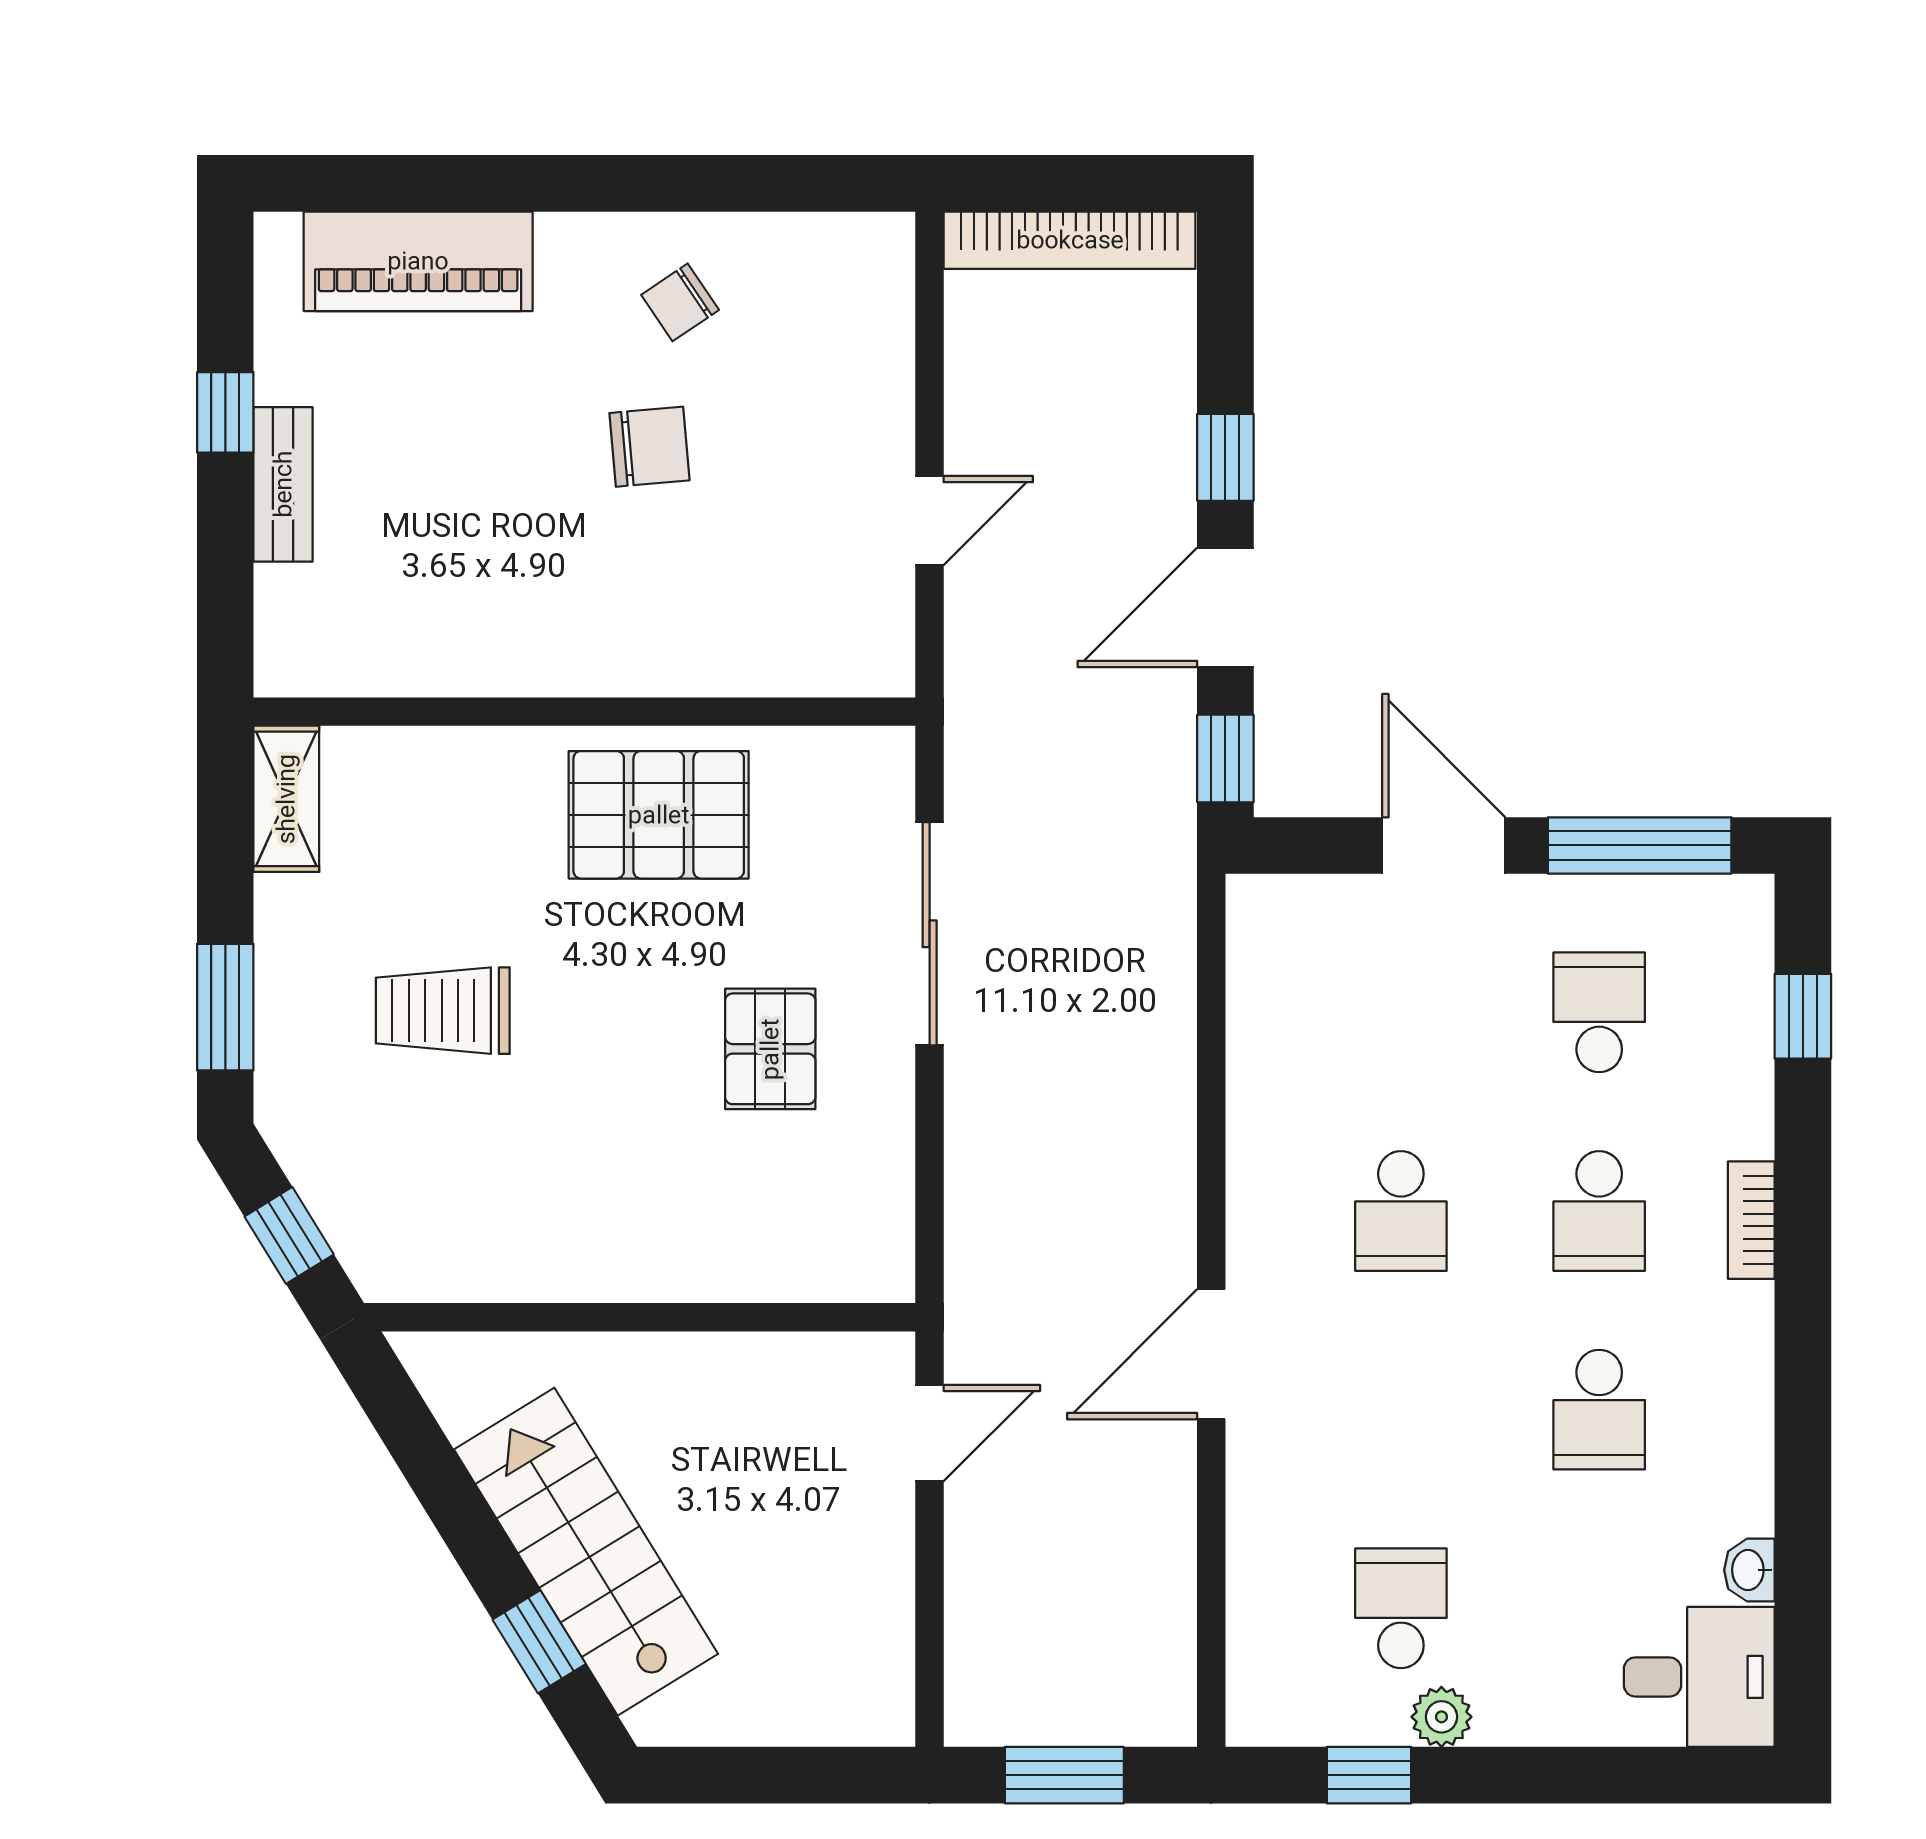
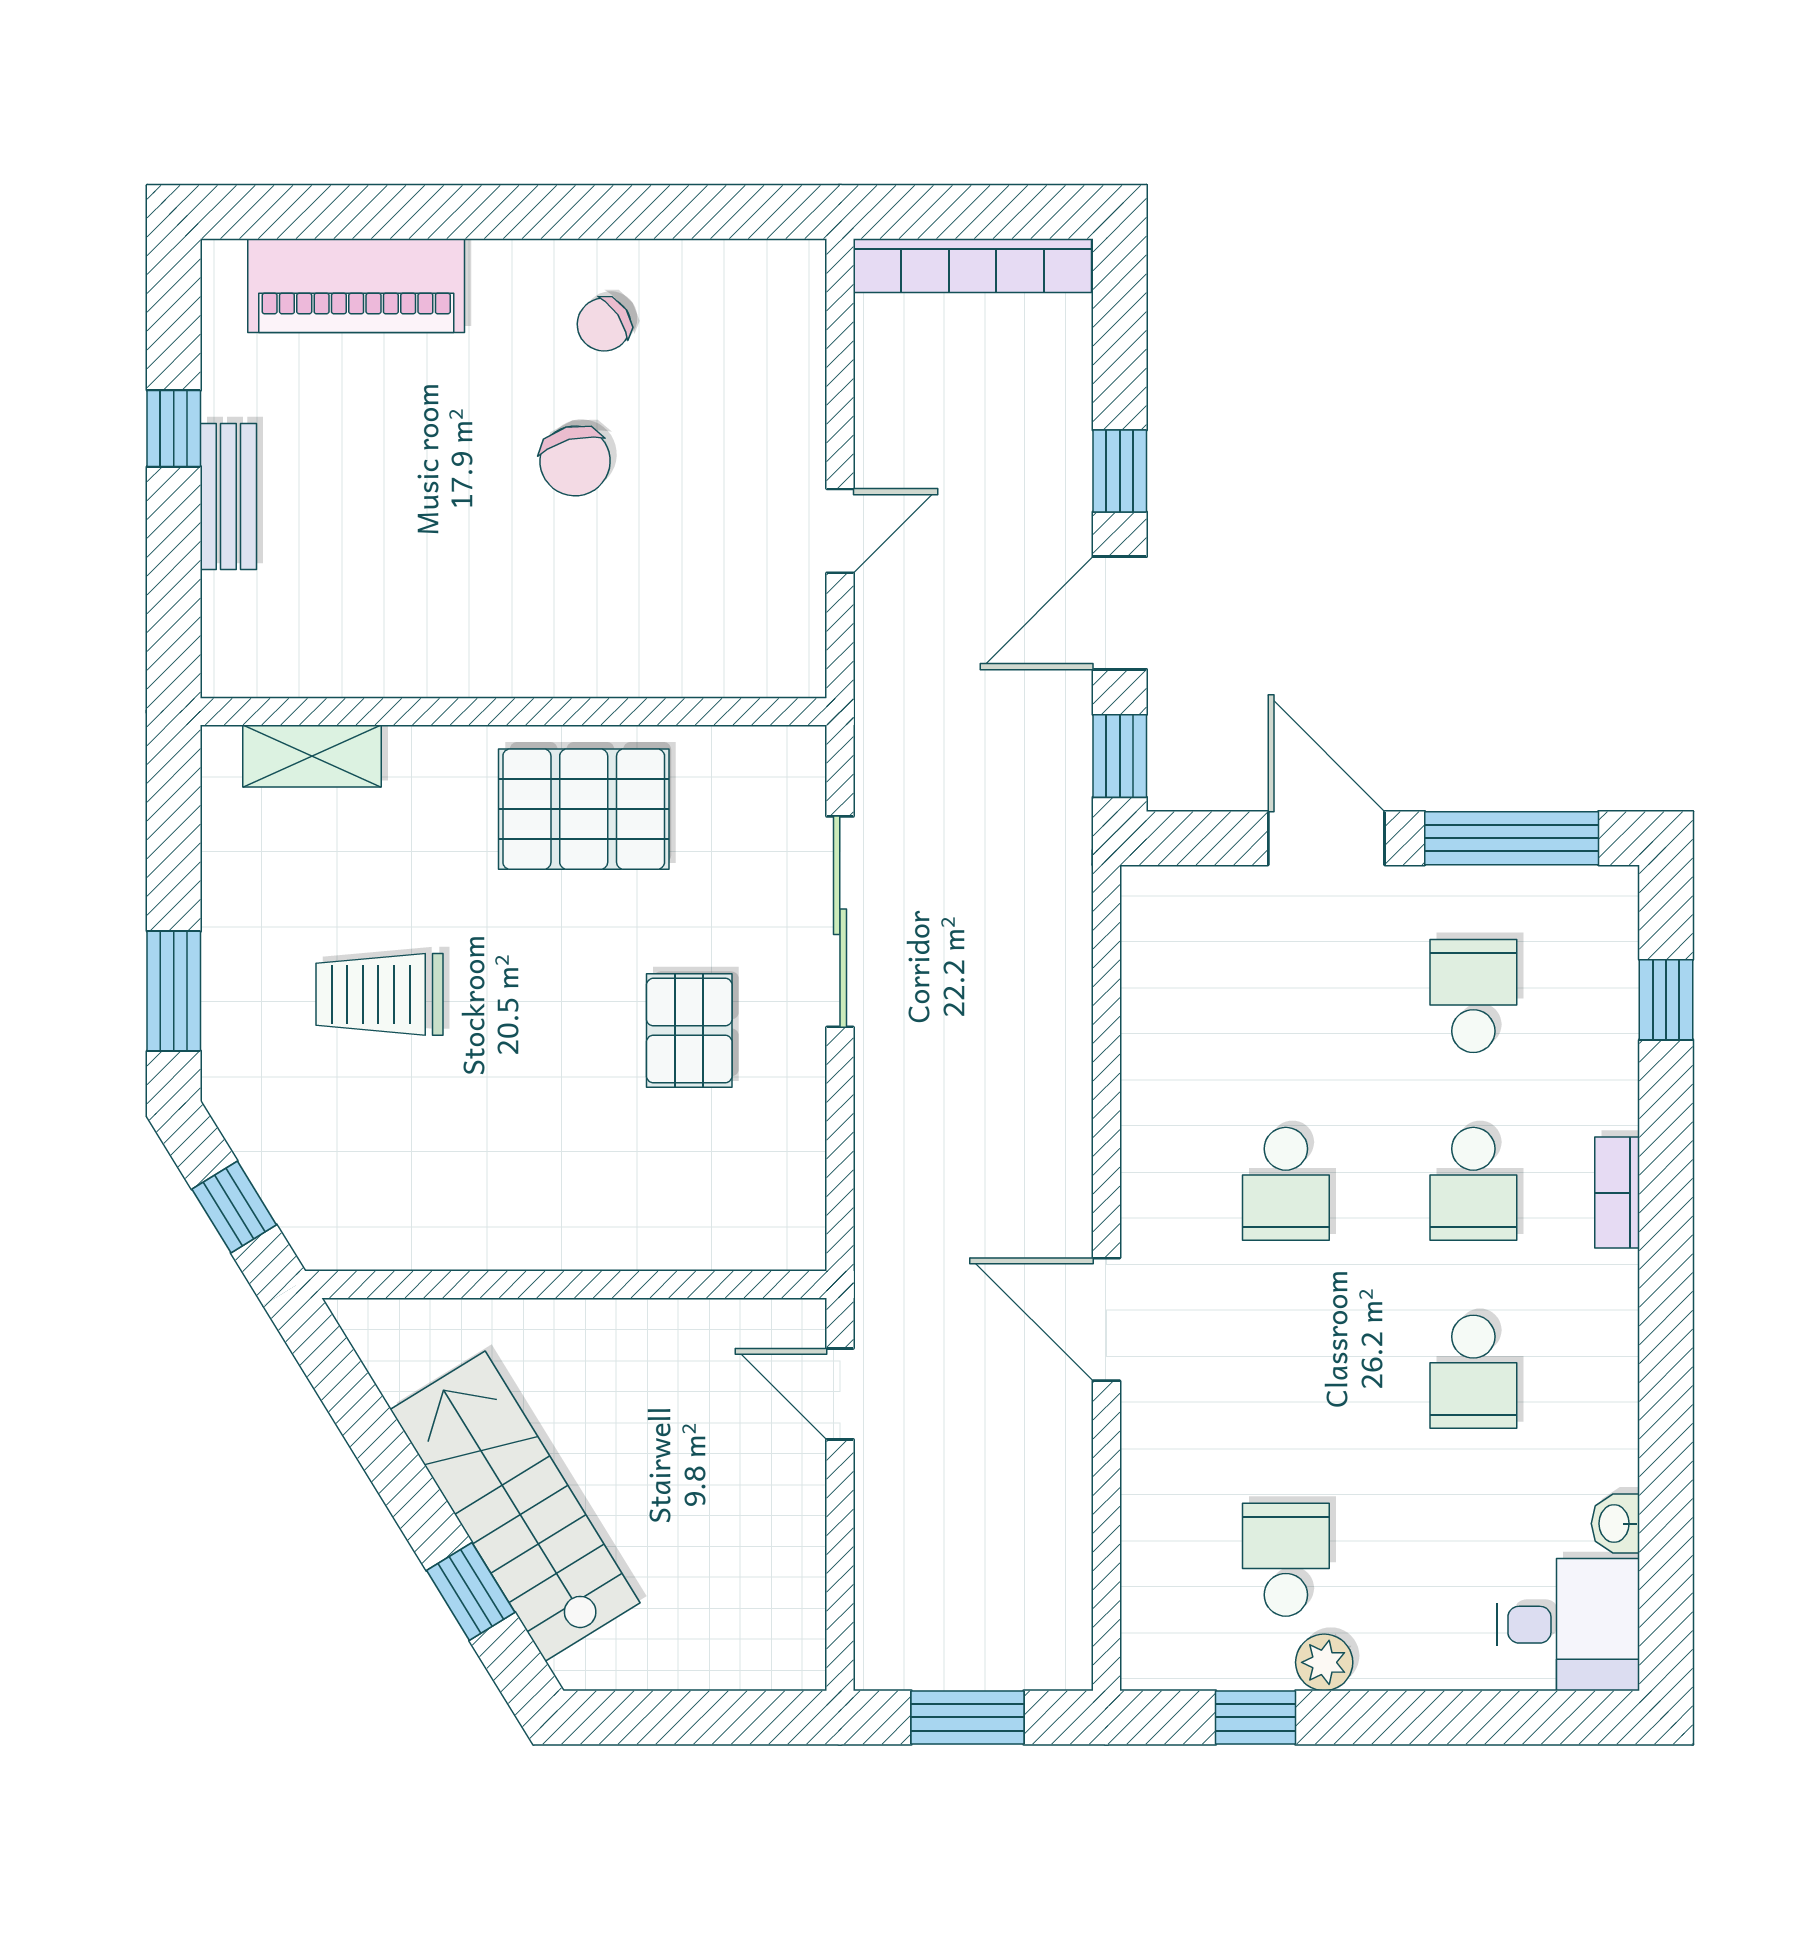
chair: (649, 447) -> (575, 461), turned 80
shelving: (286, 799) -> (312, 756), moved, turned 90
door: (1211, 1354) -> (1106, 1319), hinge flipped
door: (930, 1433) -> (840, 1394), swing flipped

